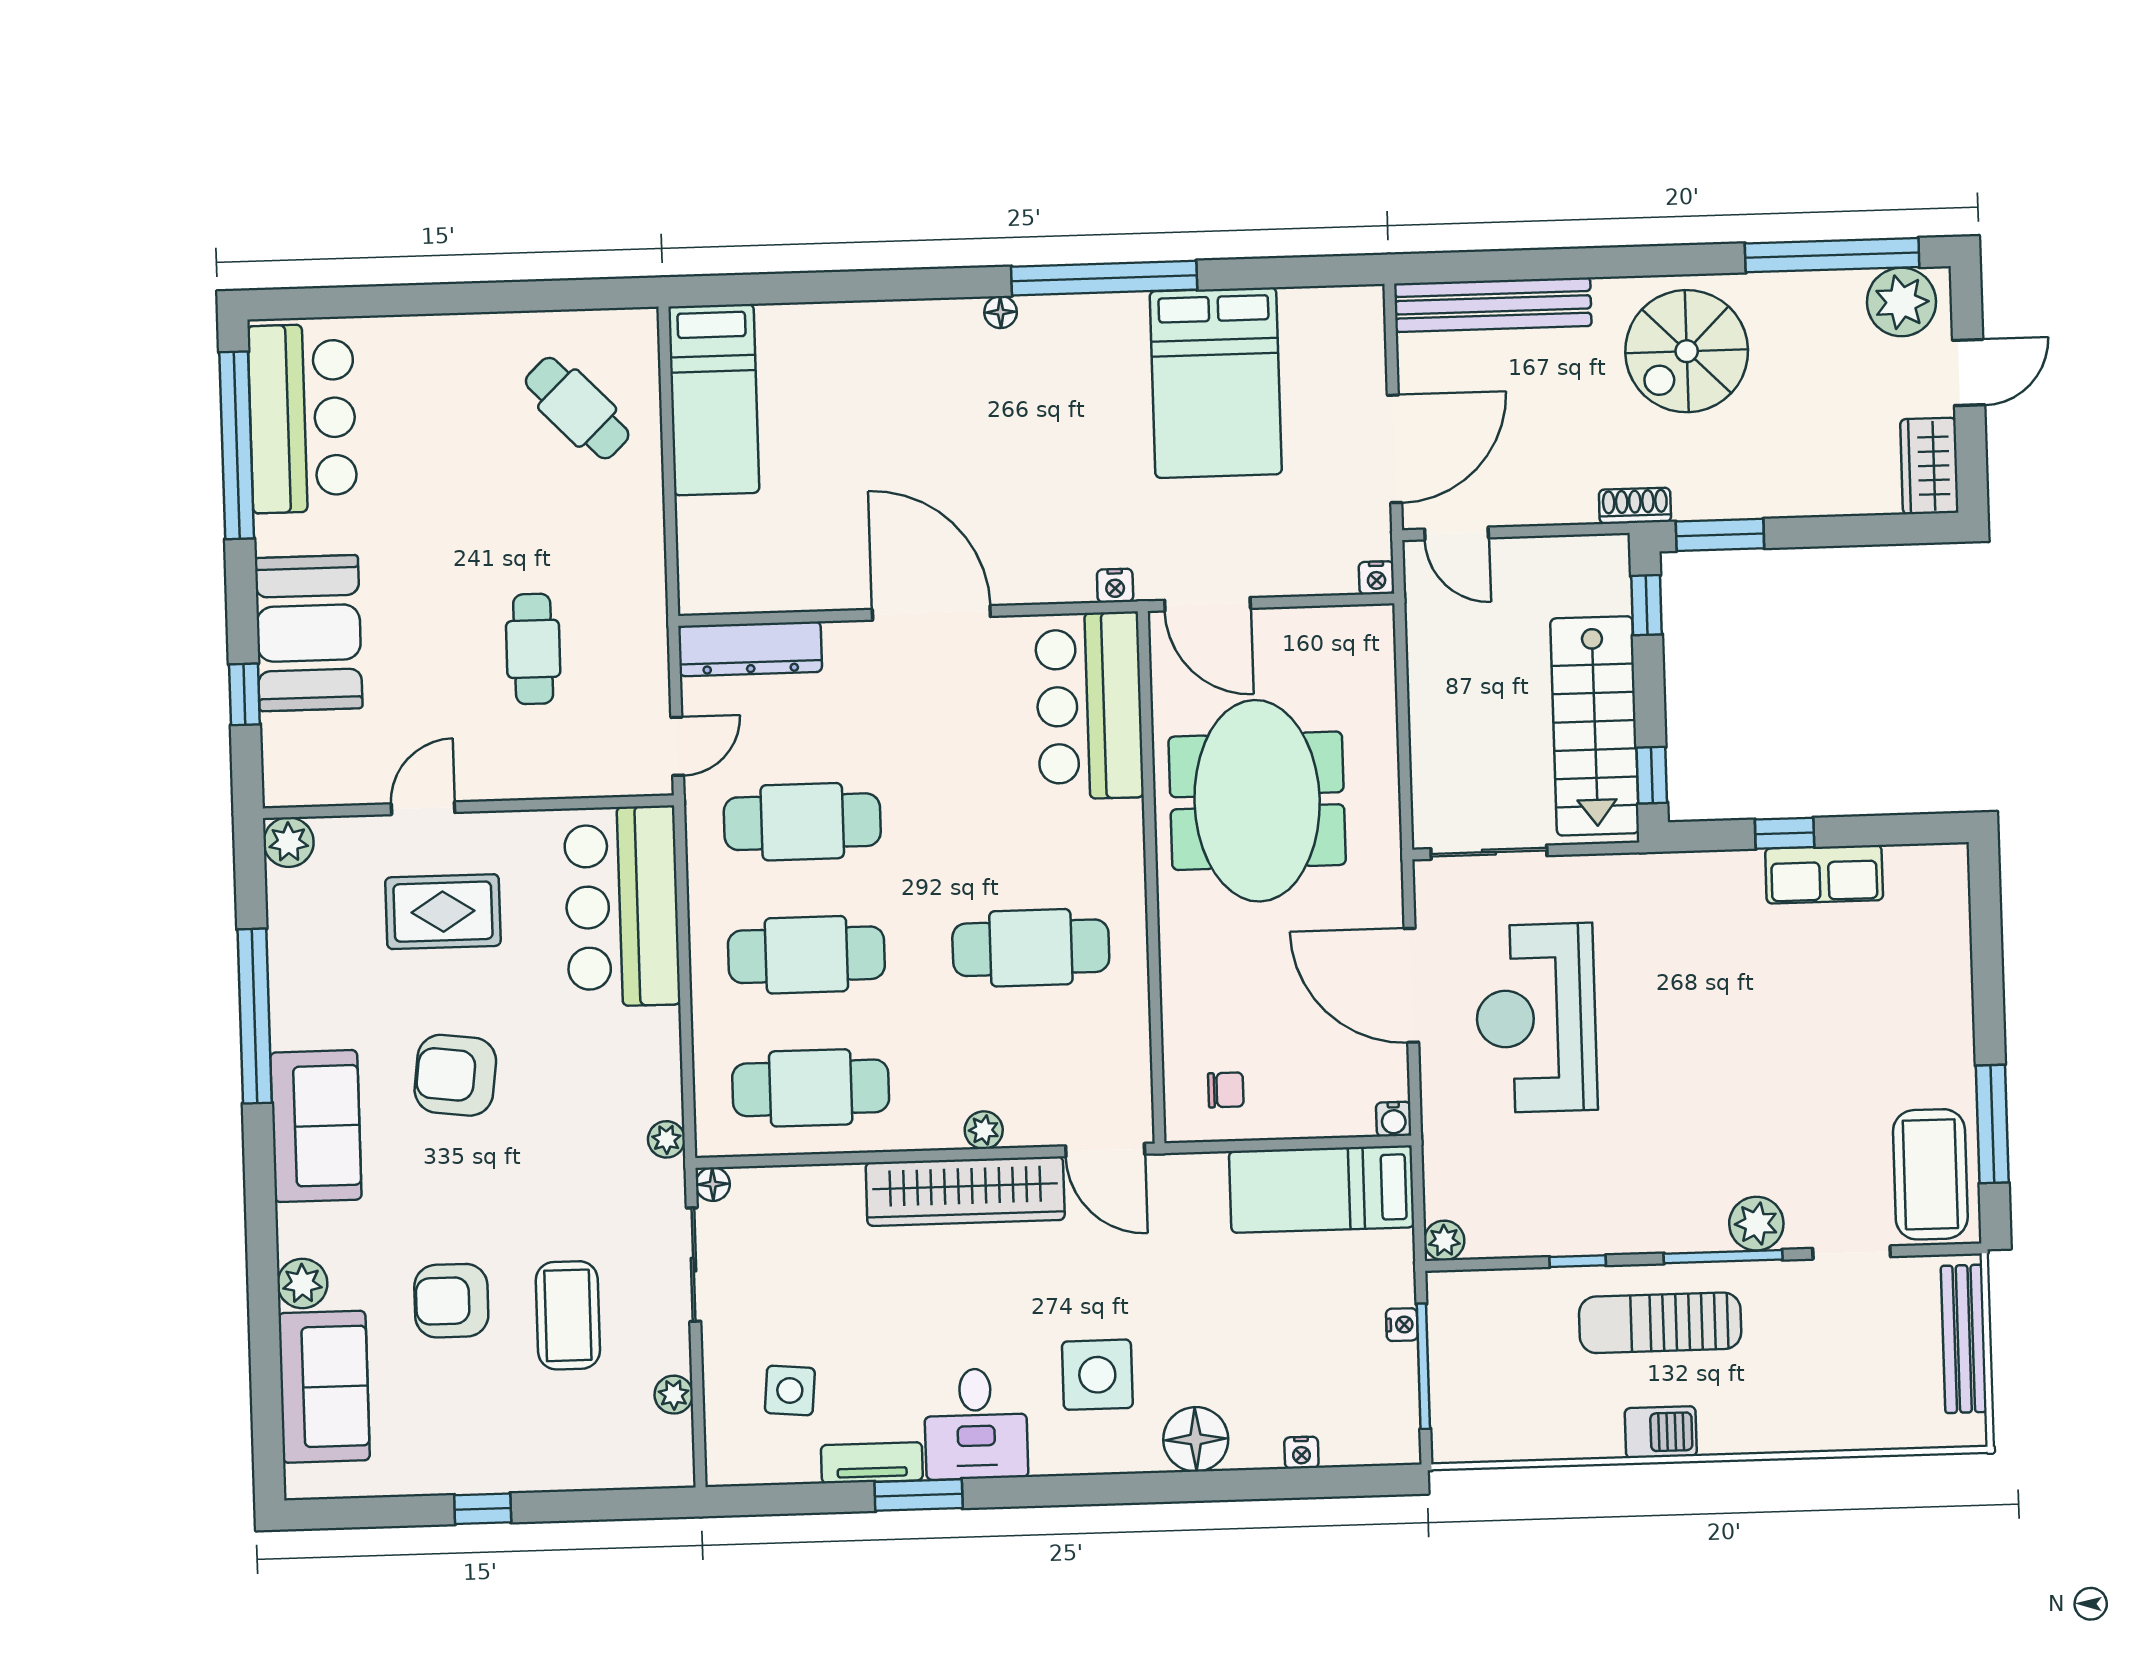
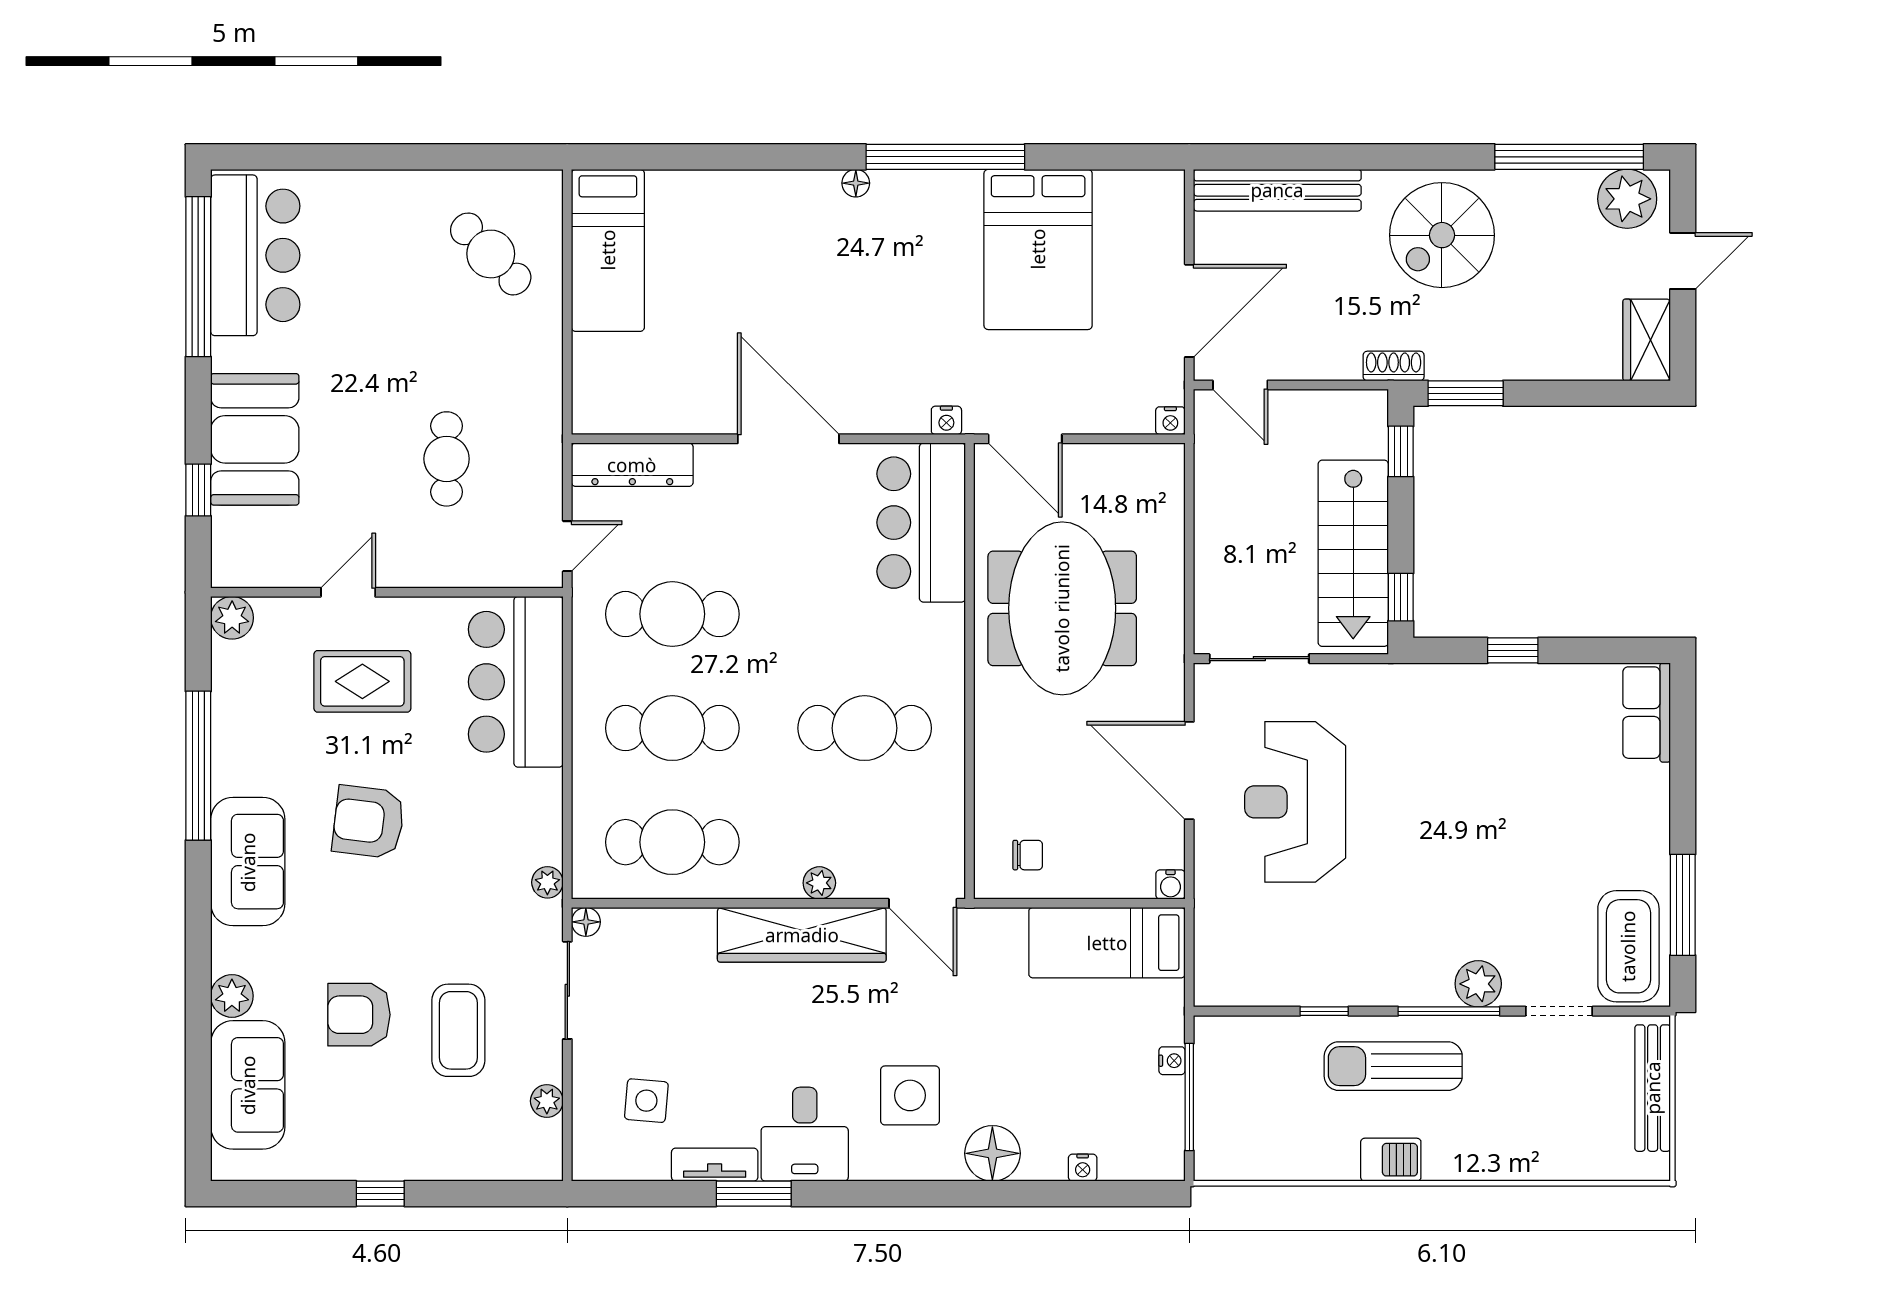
row of seats: (1824, 874) -> (1647, 713), moved, turned 90
plant: (1444, 1241) -> (1211, 990), removed

